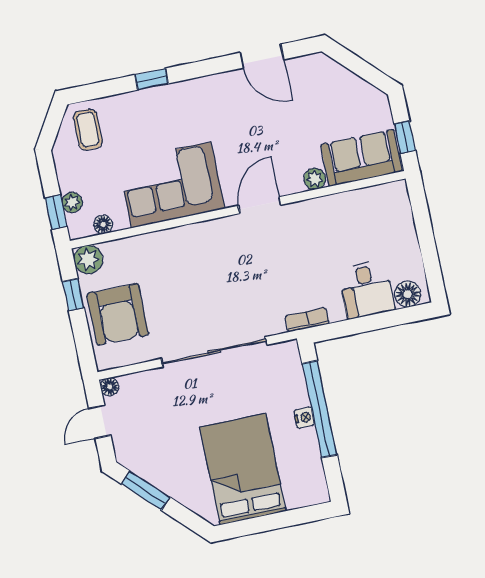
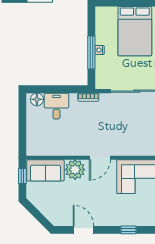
window: (152, 79) -> (129, 230), moved
plant: (315, 179) -> (75, 170), width x1.88, depth x1.88
window: (320, 409) -> (91, 53), width x0.68

